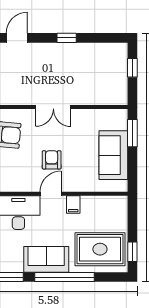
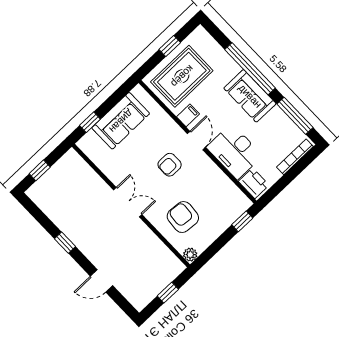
window: (132, 133) -> (90, 122), width x0.67
door: (51, 194) -> (196, 141), swing flipped
rug: (100, 249) -> (182, 76), moved, turned 90
window: (132, 252) -> (170, 46), moved

